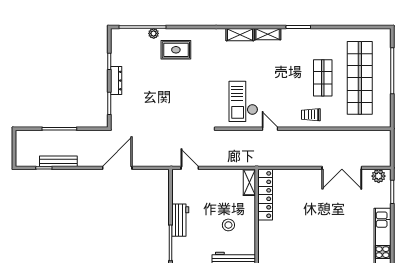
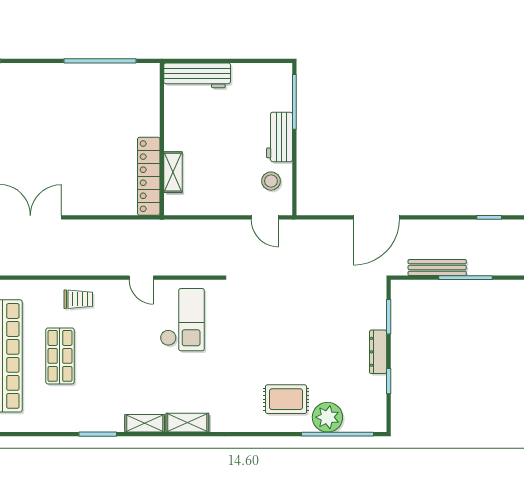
plant: (154, 33) -> (327, 417), width x1.88, depth x1.88
bench: (58, 161) -> (437, 268), moved
shelving: (249, 182) -> (173, 172), moved
stool: (228, 225) -> (271, 181), moved

